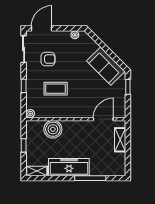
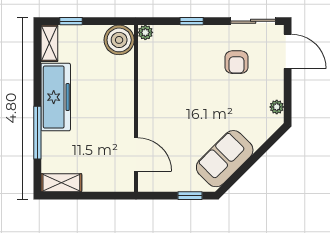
coffee table: (56, 89) -> (187, 75), removed
boiler: (53, 129) -> (119, 40), moved
shelving: (120, 140) -> (61, 183), moved
window: (24, 145) -> (71, 21), moved

